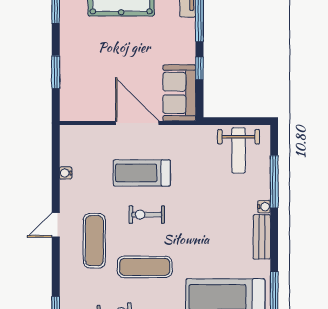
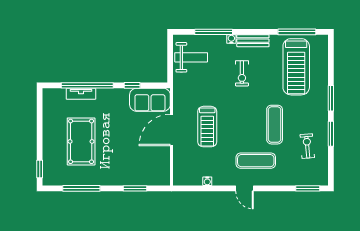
exercise bike: (147, 215) -> (242, 73), moved

